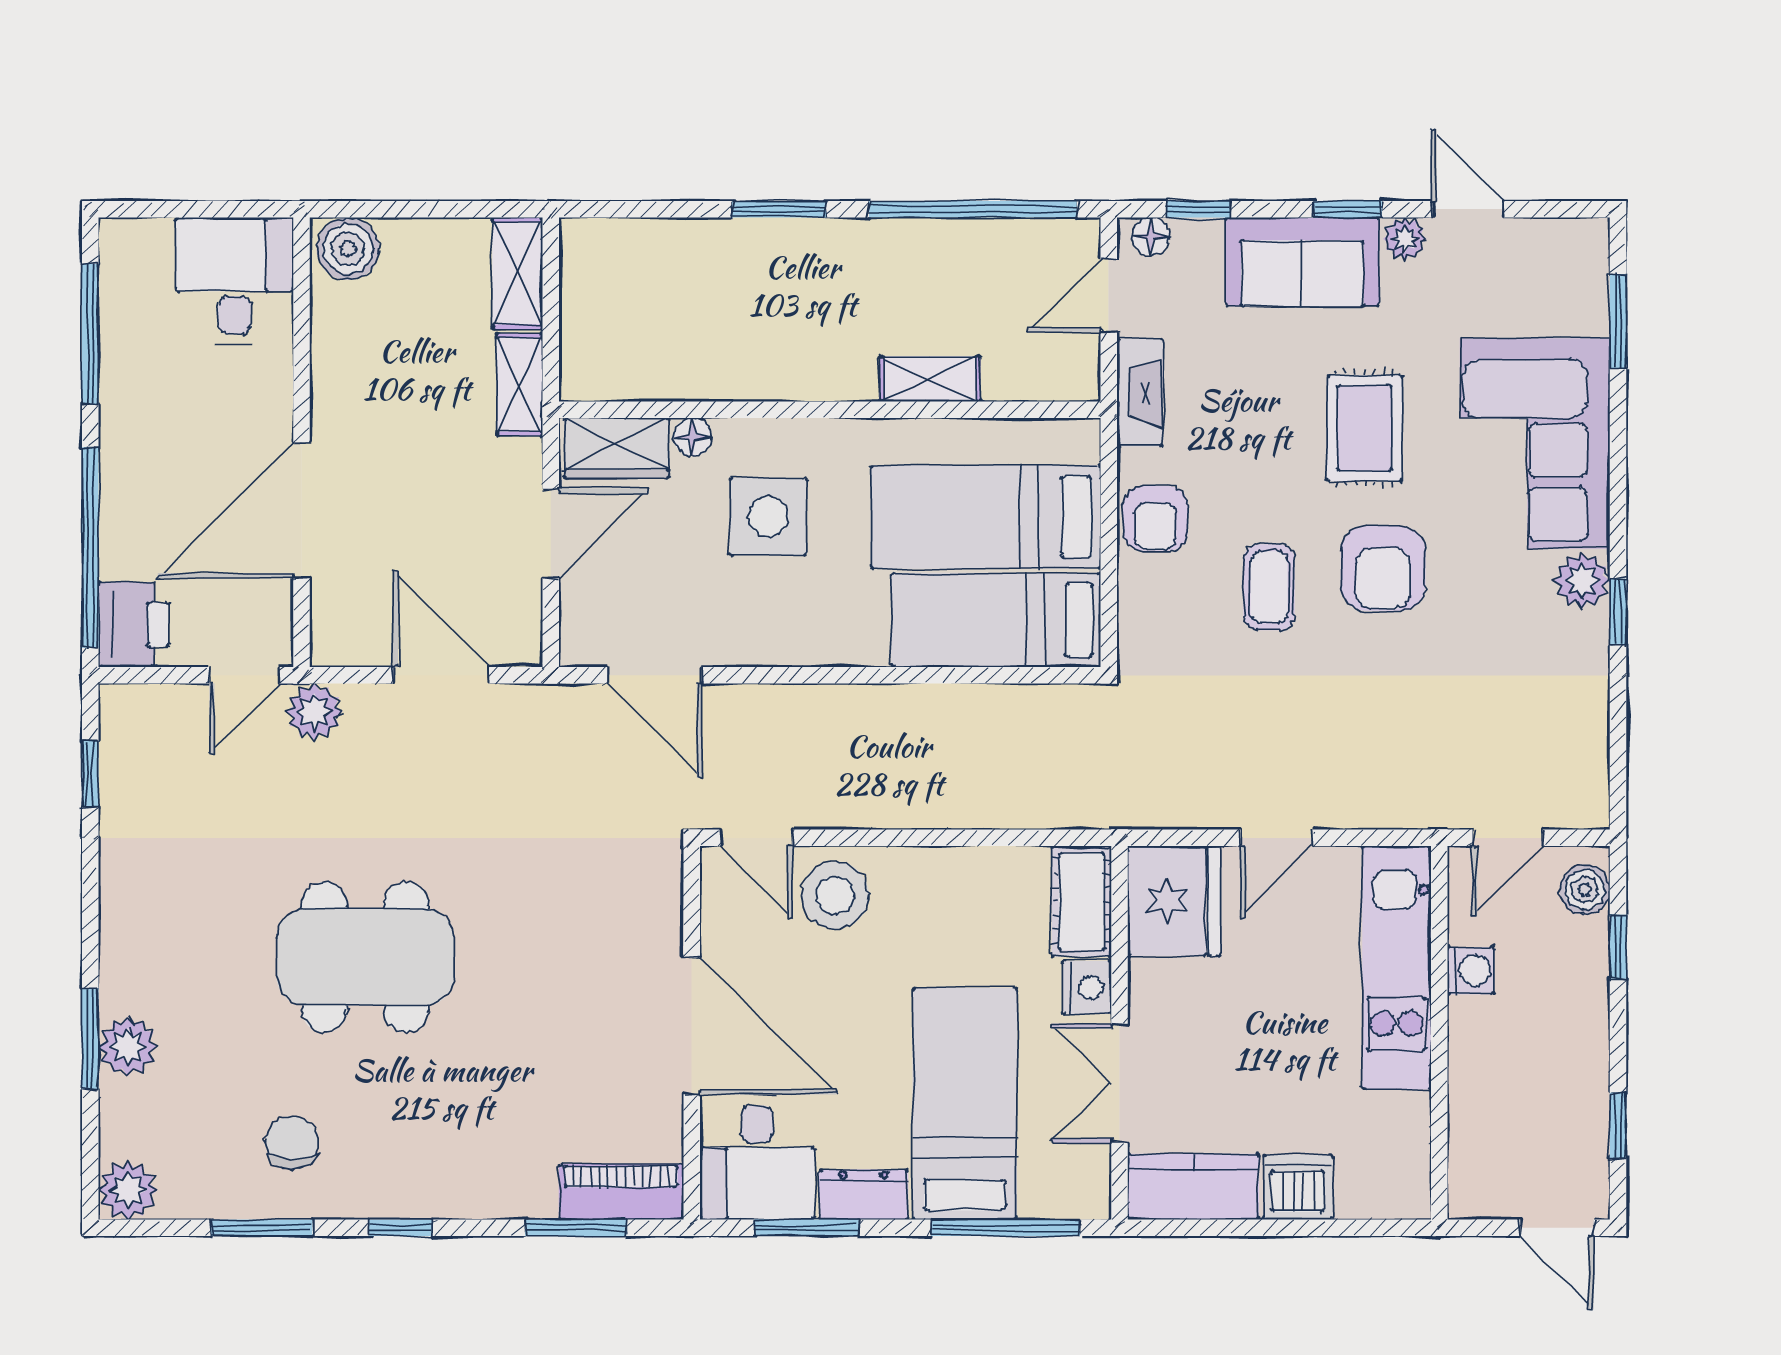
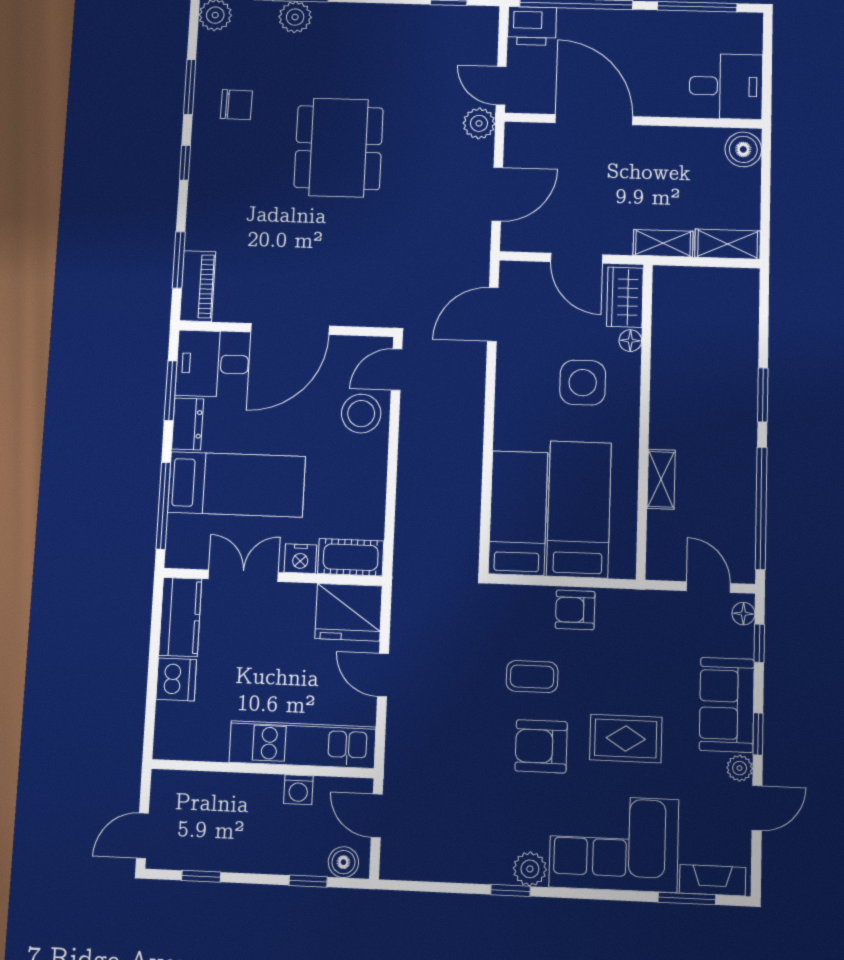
fireplace: (1140, 393) -> (713, 880), moved, turned 180

